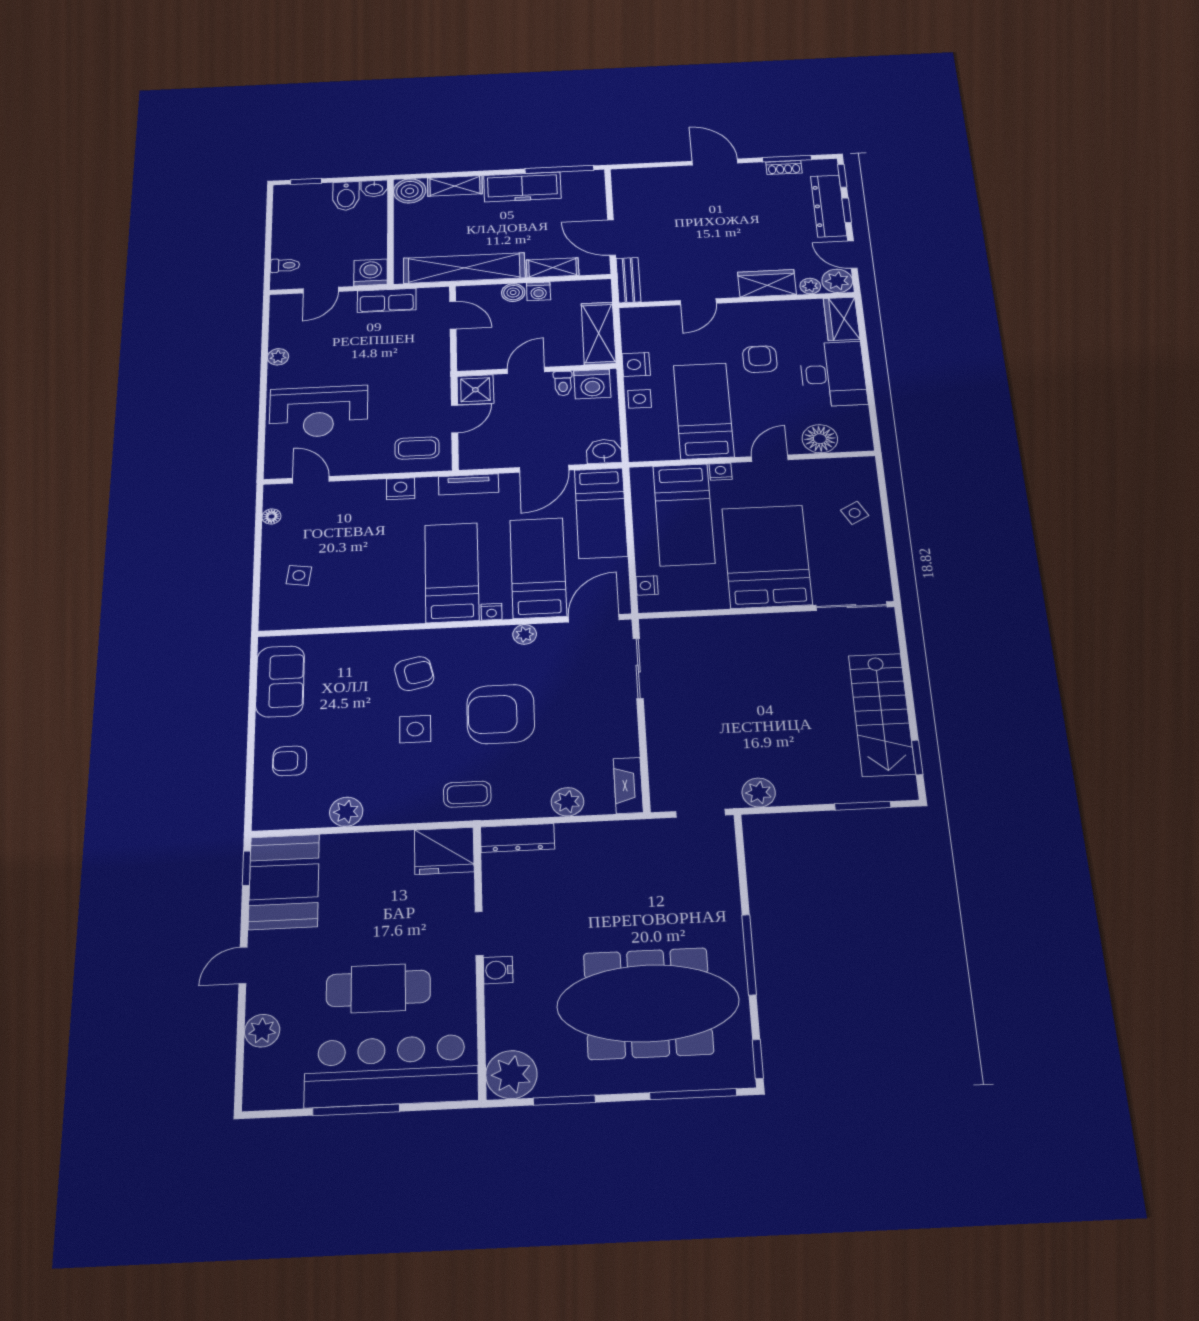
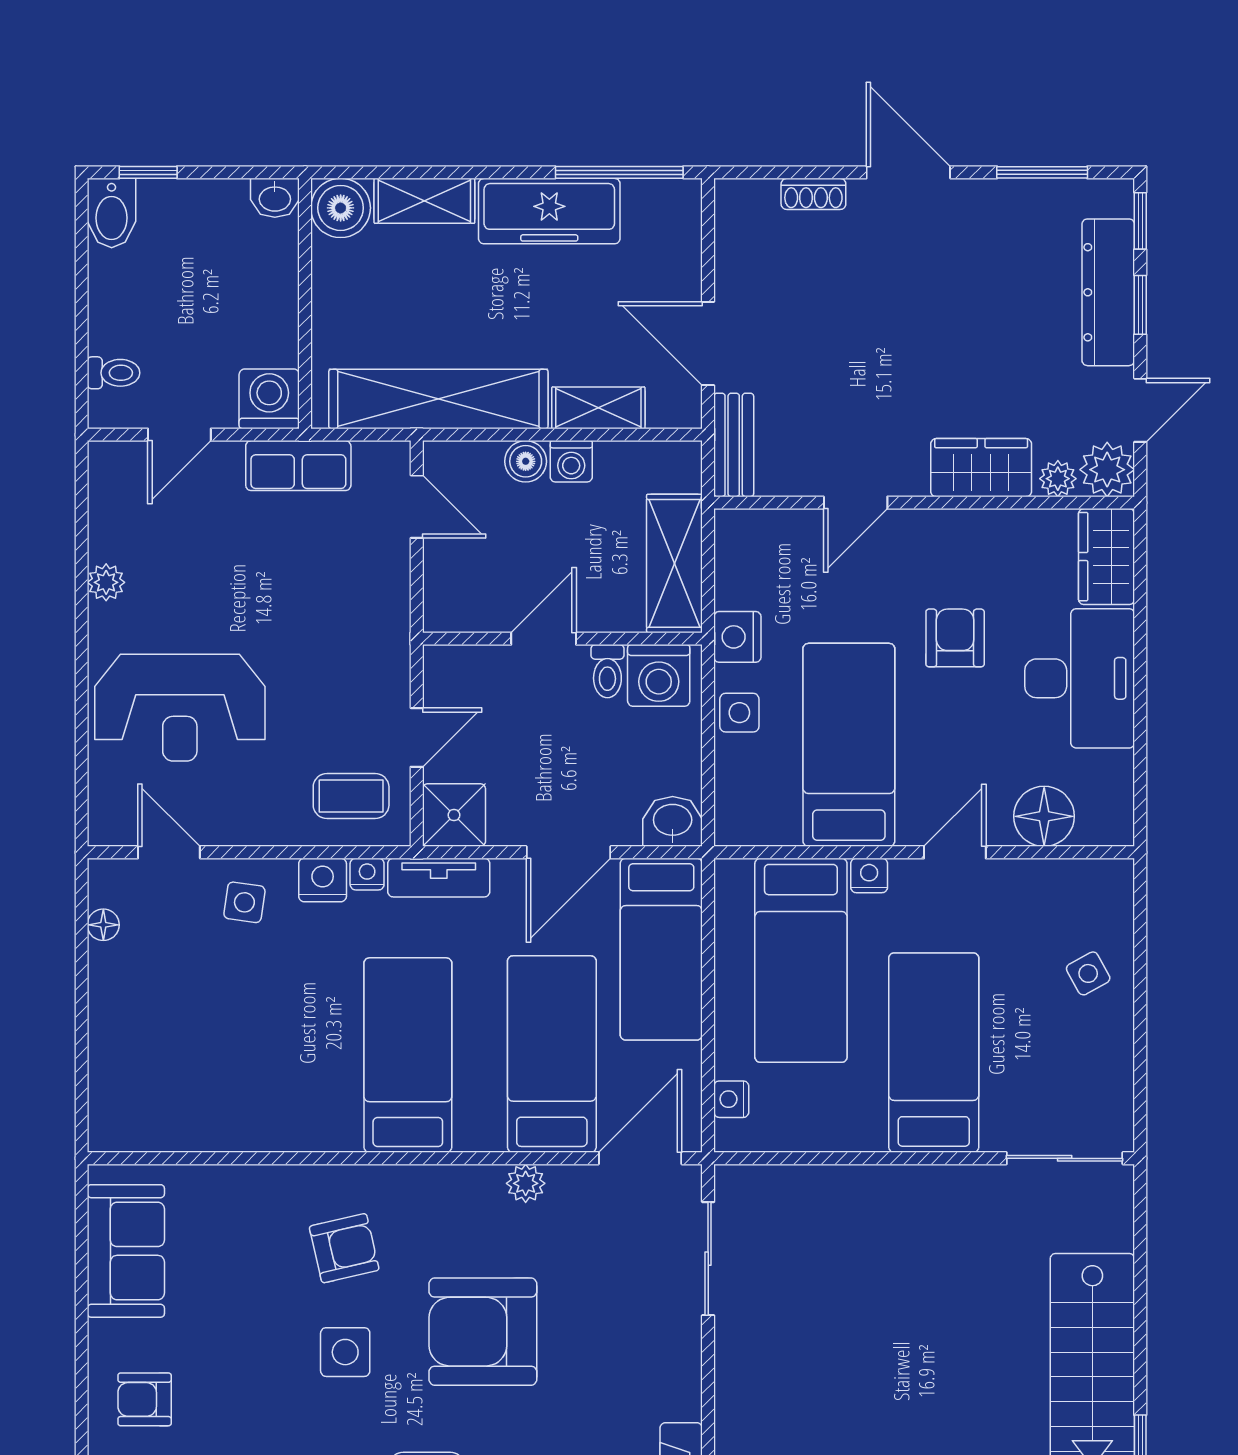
shoe rack: (784, 168) -> (813, 194), moved
bidet: (346, 196) -> (112, 213), moved
door: (852, 255) -> (1140, 410), swing flipped
shower: (475, 390) -> (454, 815), moved
bed: (767, 556) -> (934, 1053), width x0.67
side table: (299, 575) -> (244, 902), moved
nightstand: (492, 612) -> (367, 874), moved, turned 180

